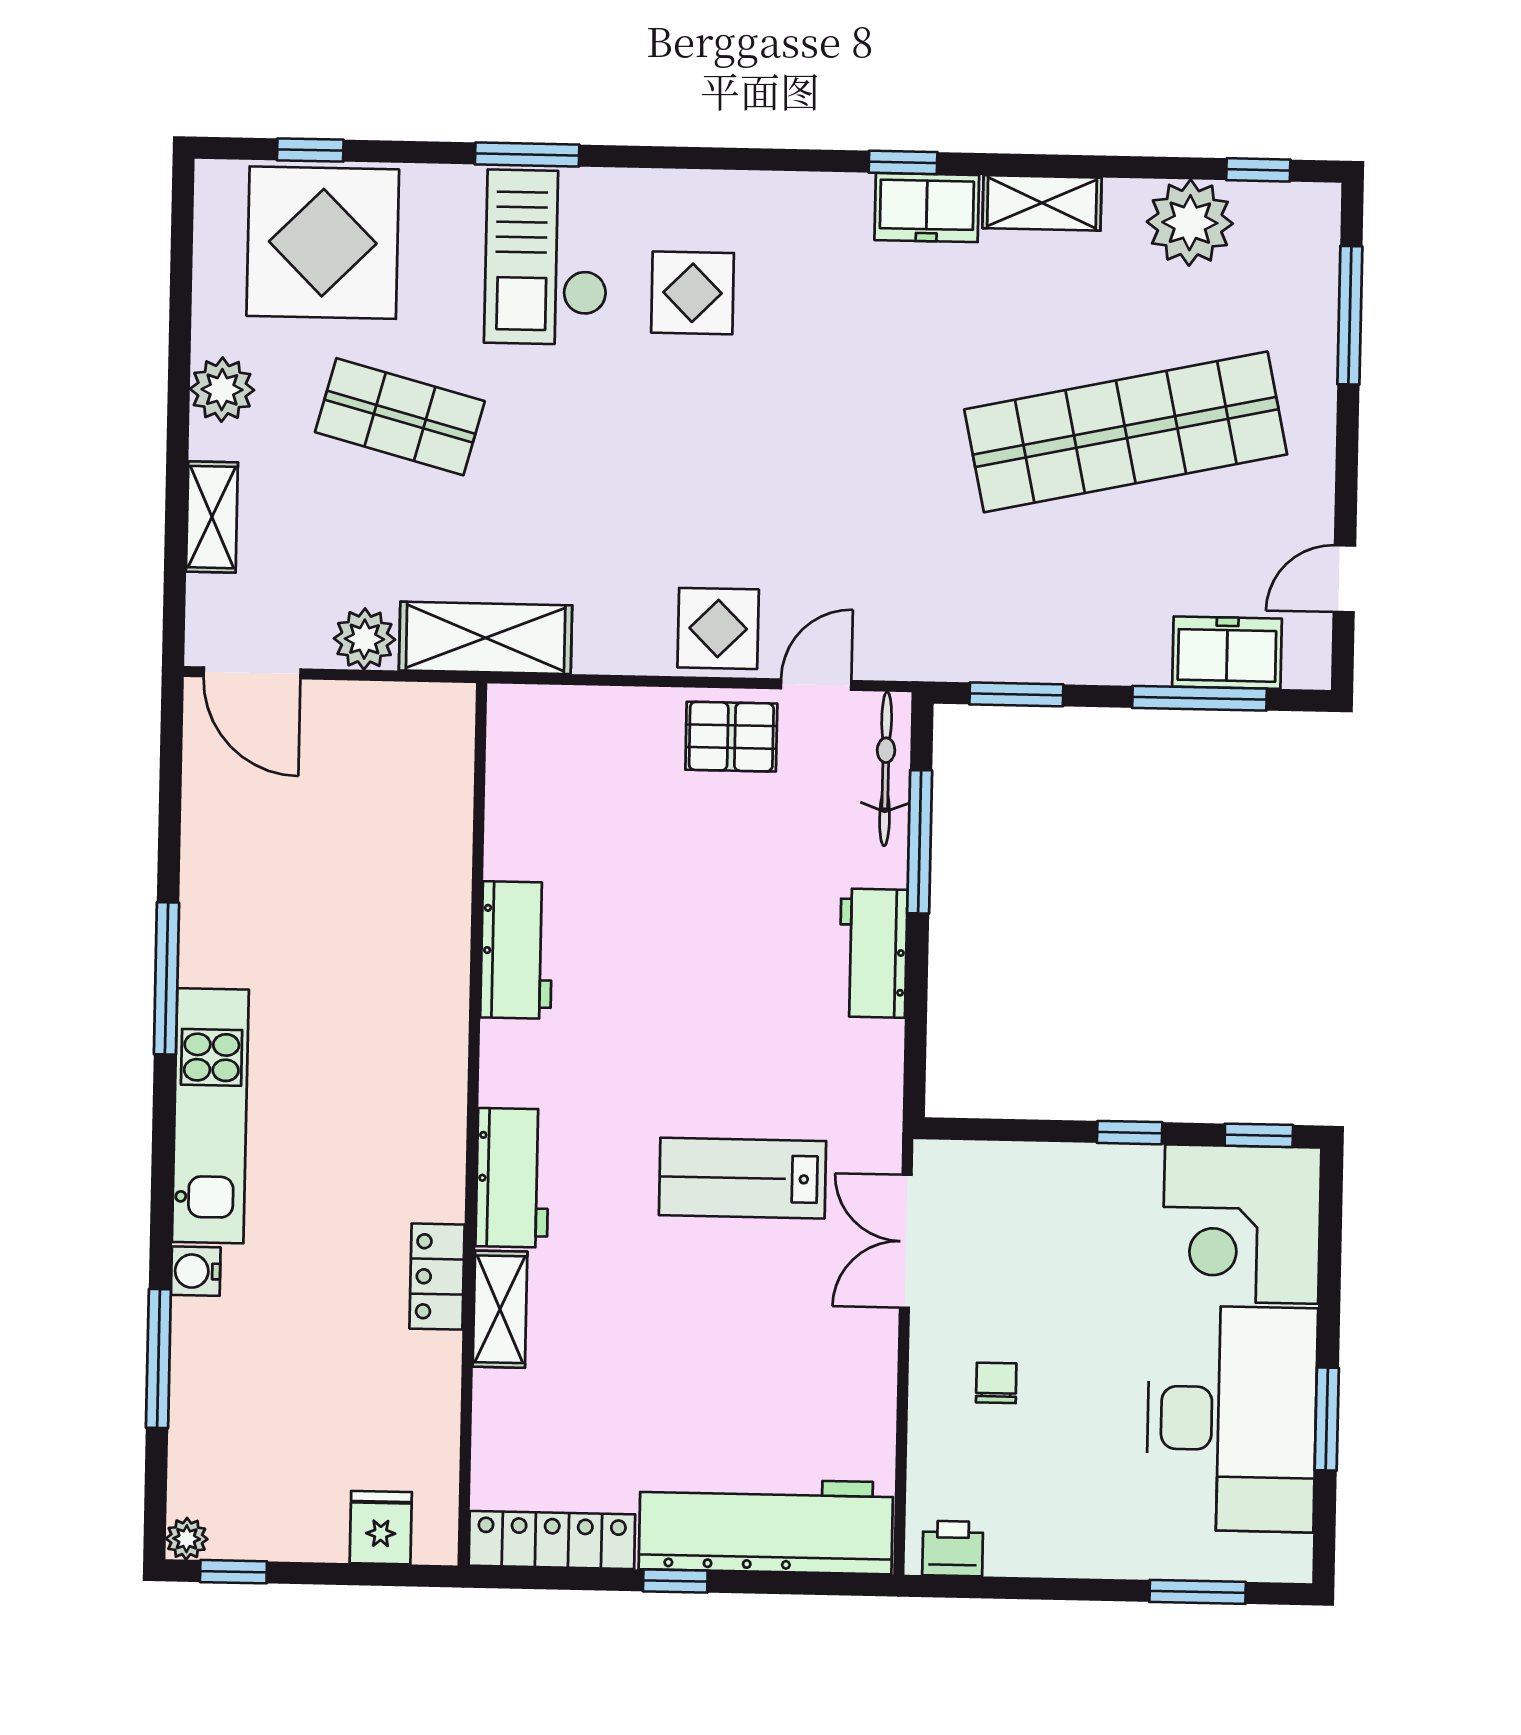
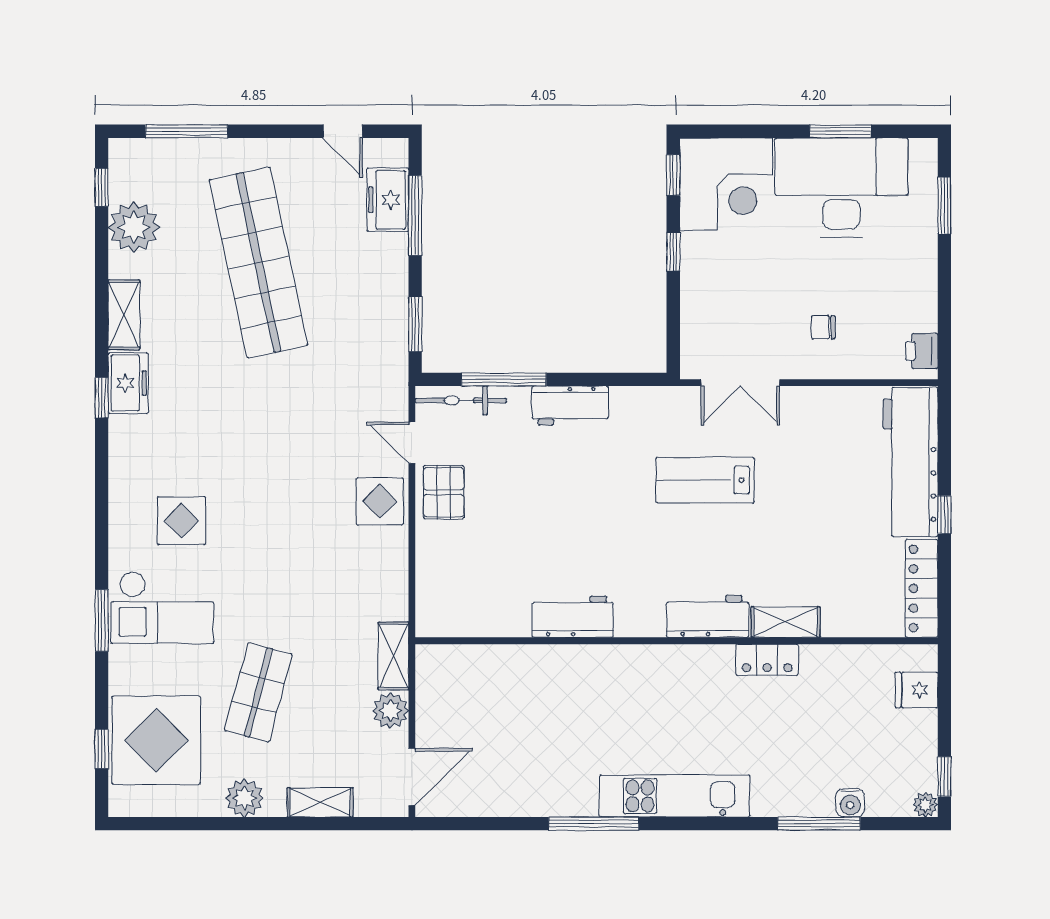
shelving: (486, 638) -> (393, 656), width x0.67, depth x0.75
lab bench: (742, 1178) -> (705, 480), turned 90
water cooler: (196, 1271) -> (850, 803), moved

